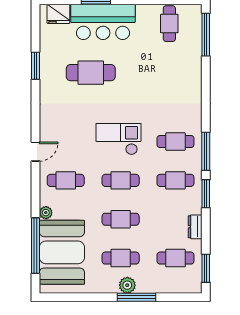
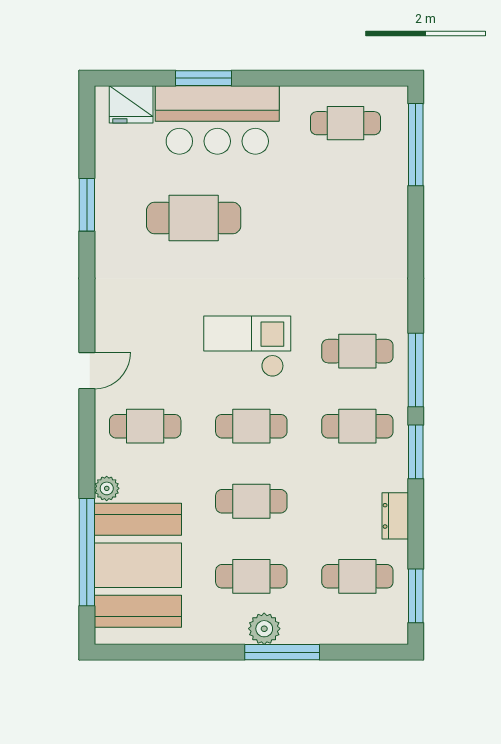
cafe table: (169, 24) -> (345, 123), turned 90

